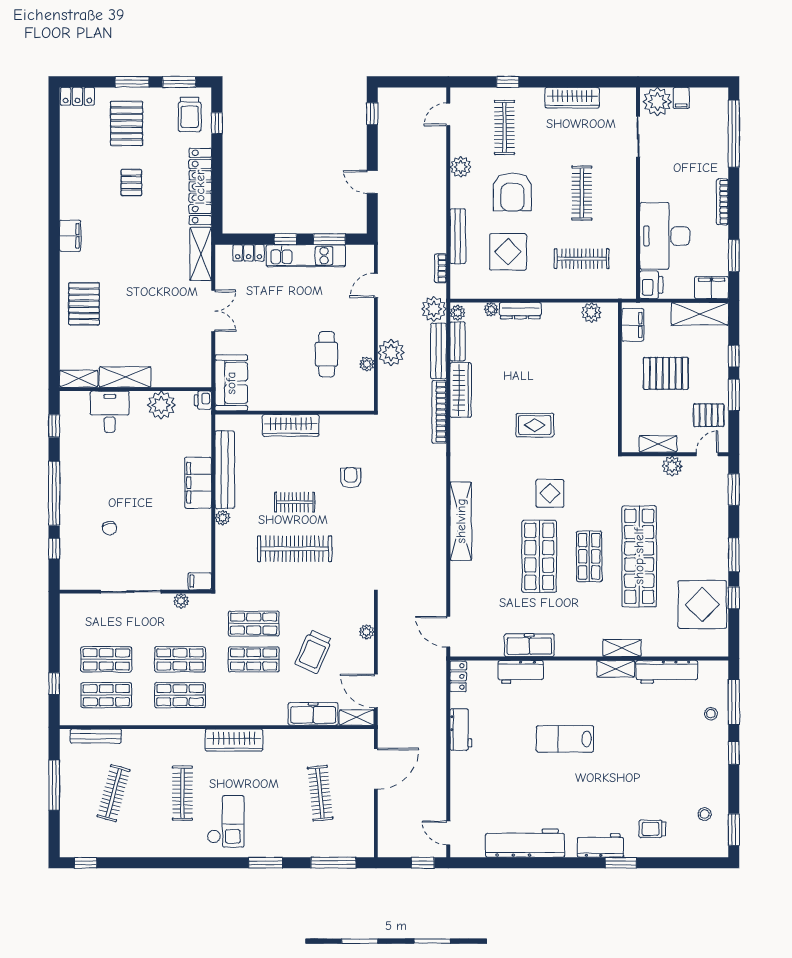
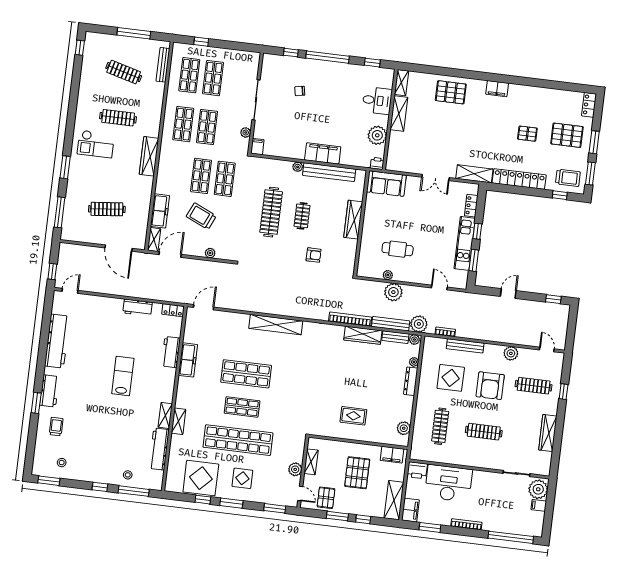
trolley: (190, 114) -> (568, 178), turned 180
armchair: (512, 192) -> (490, 386), turned -90
rug: (535, 425) -> (353, 416), moved, turned 90
display table: (550, 493) -> (242, 478), moved

